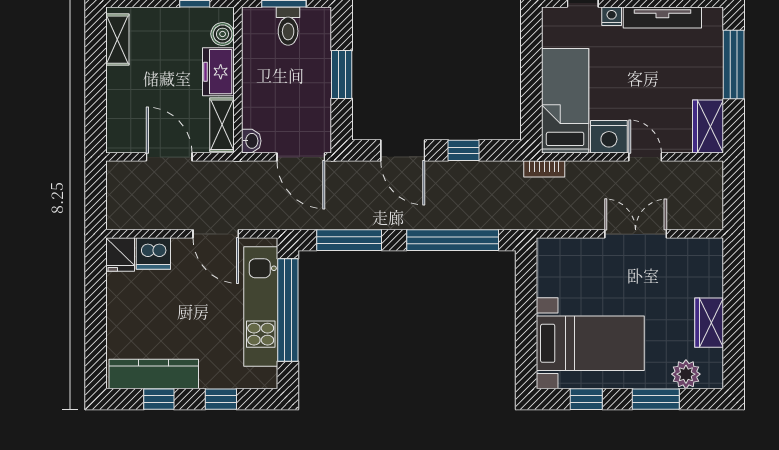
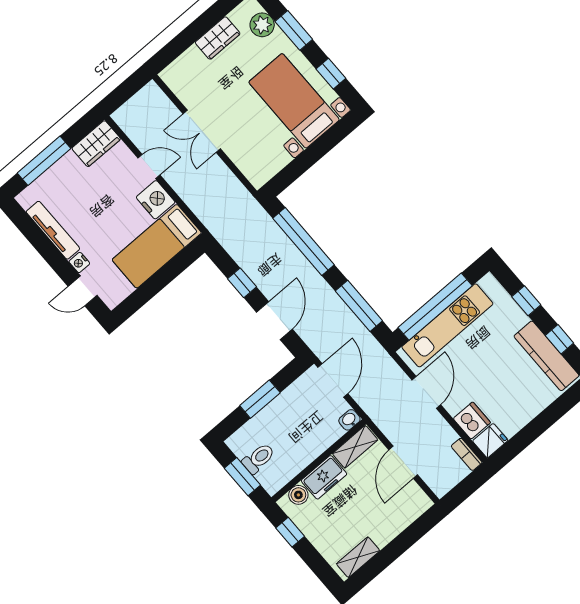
door: (645, 157) -> (149, 166), swing flipped
bookcase: (544, 169) -> (467, 454), moved, turned 180

